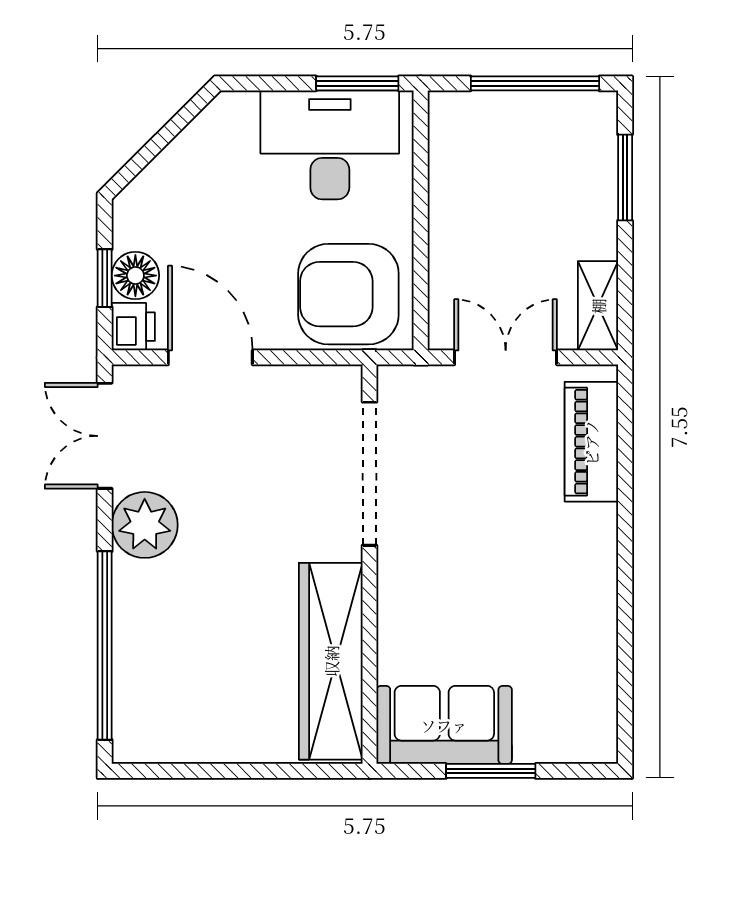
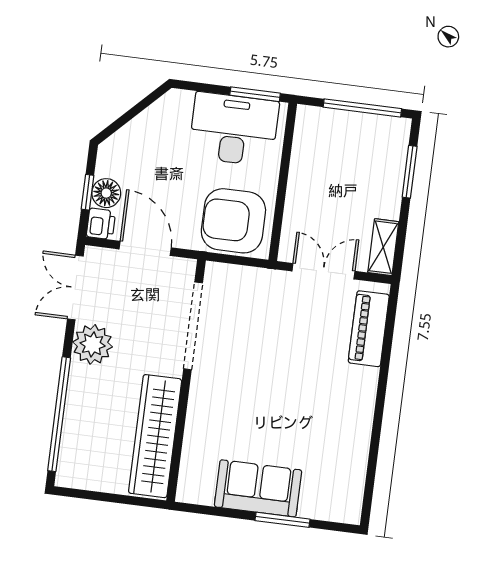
doorway: (370, 474) -> (193, 326), moved
wall: (370, 564) -> (186, 381), moved
wardrobe: (331, 661) -> (155, 436), moved

